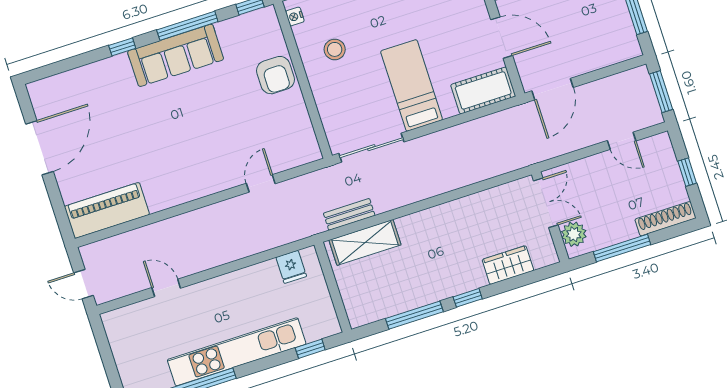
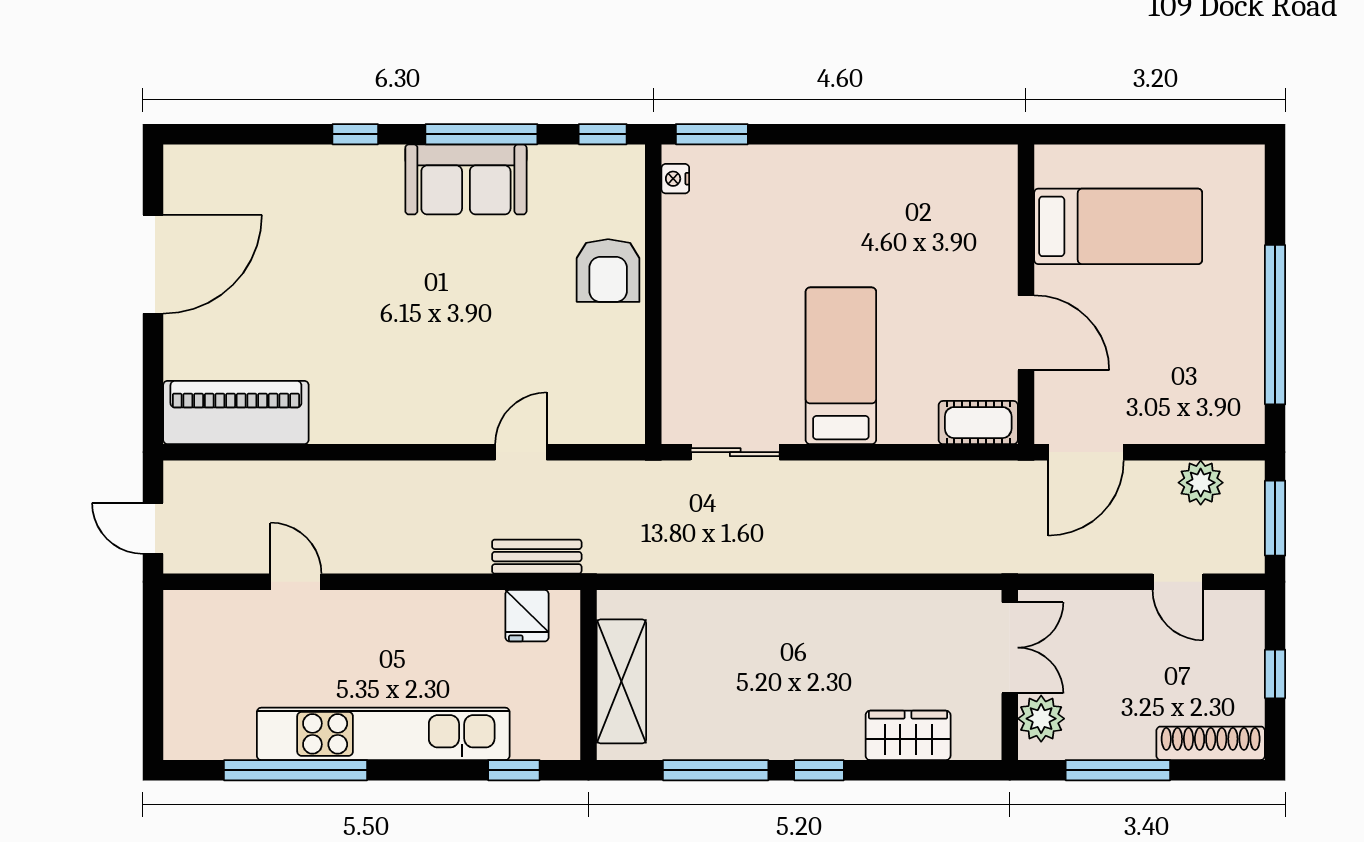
stool: (335, 49) -> (726, 259), removed
sofa: (176, 55) -> (466, 179), width x0.73
plant: (617, 86) -> (1201, 483), added
cot: (483, 90) -> (978, 423), width x0.73, depth x0.75
sliding door: (371, 148) -> (735, 452), width x0.73
bench: (349, 214) -> (537, 557), moved
shelving: (365, 242) -> (621, 681), moved, turned 90

